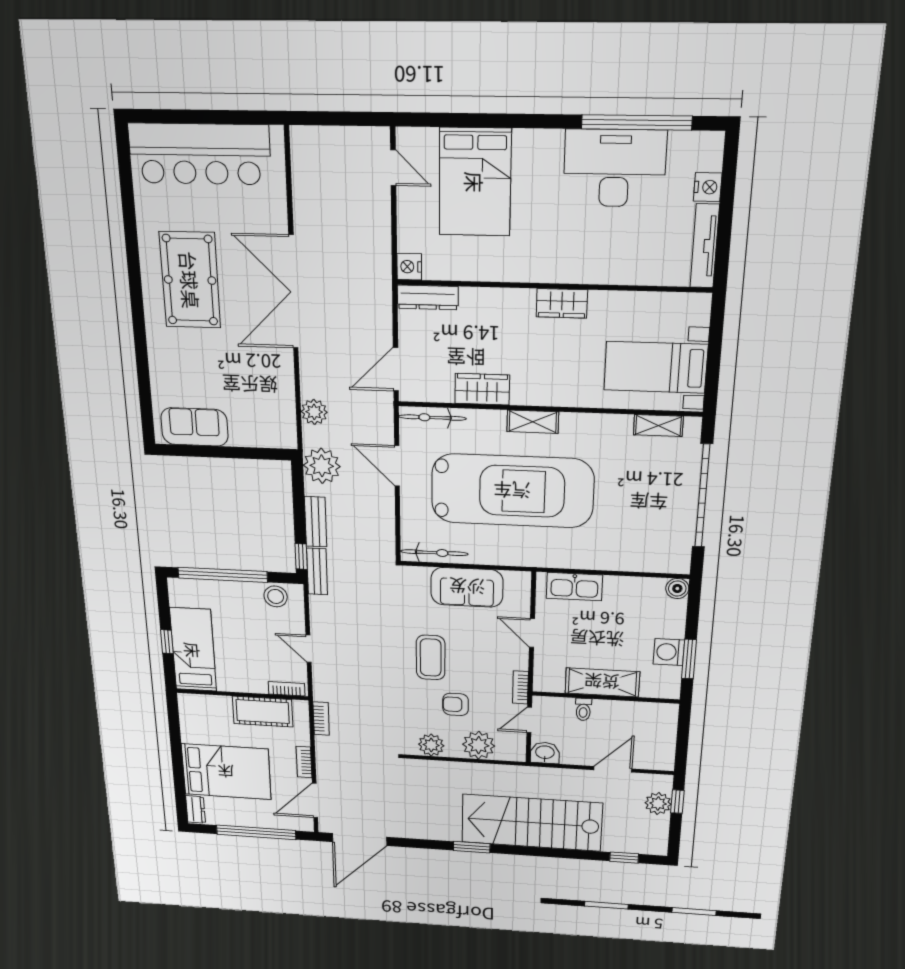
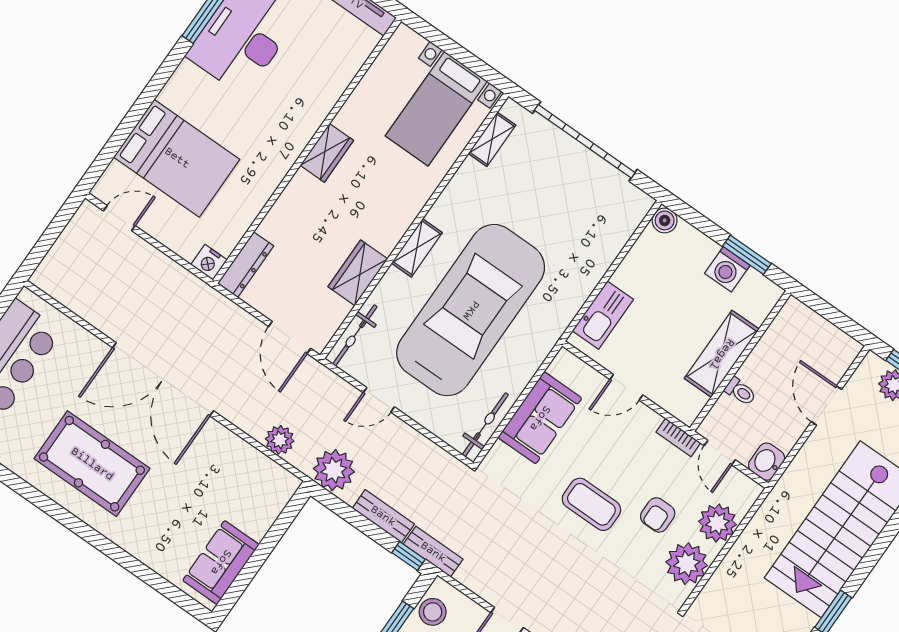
door: (397, 466) -> (379, 400), width x0.73
plant: (431, 745) -> (687, 564), width x1.36, depth x1.36

